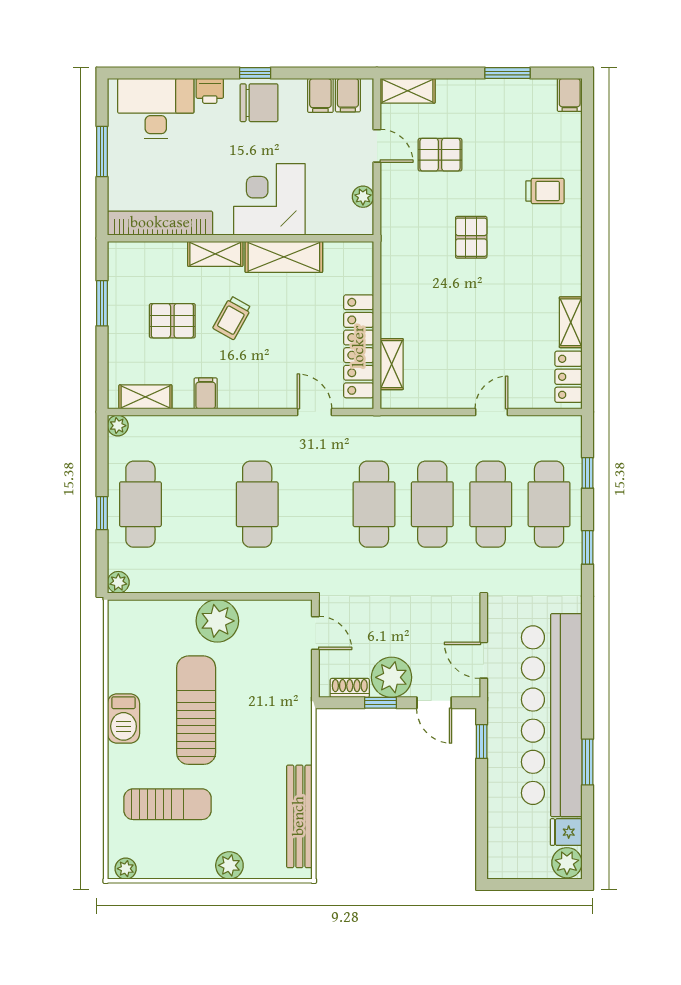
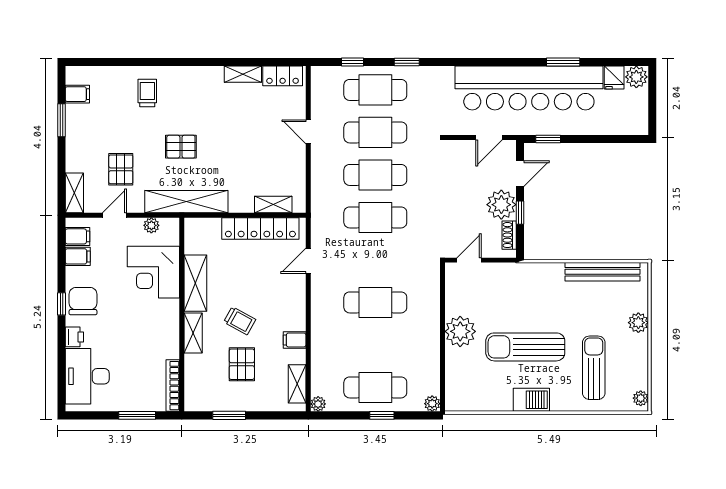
filing cabinet: (570, 95) -> (77, 94), moved
window: (102, 151) -> (137, 415), moved
corner desk: (269, 199) -> (153, 272), moved
bookcase: (160, 223) -> (173, 386), width x0.68, depth x0.76
shelving: (396, 245) -> (186, 202), added

